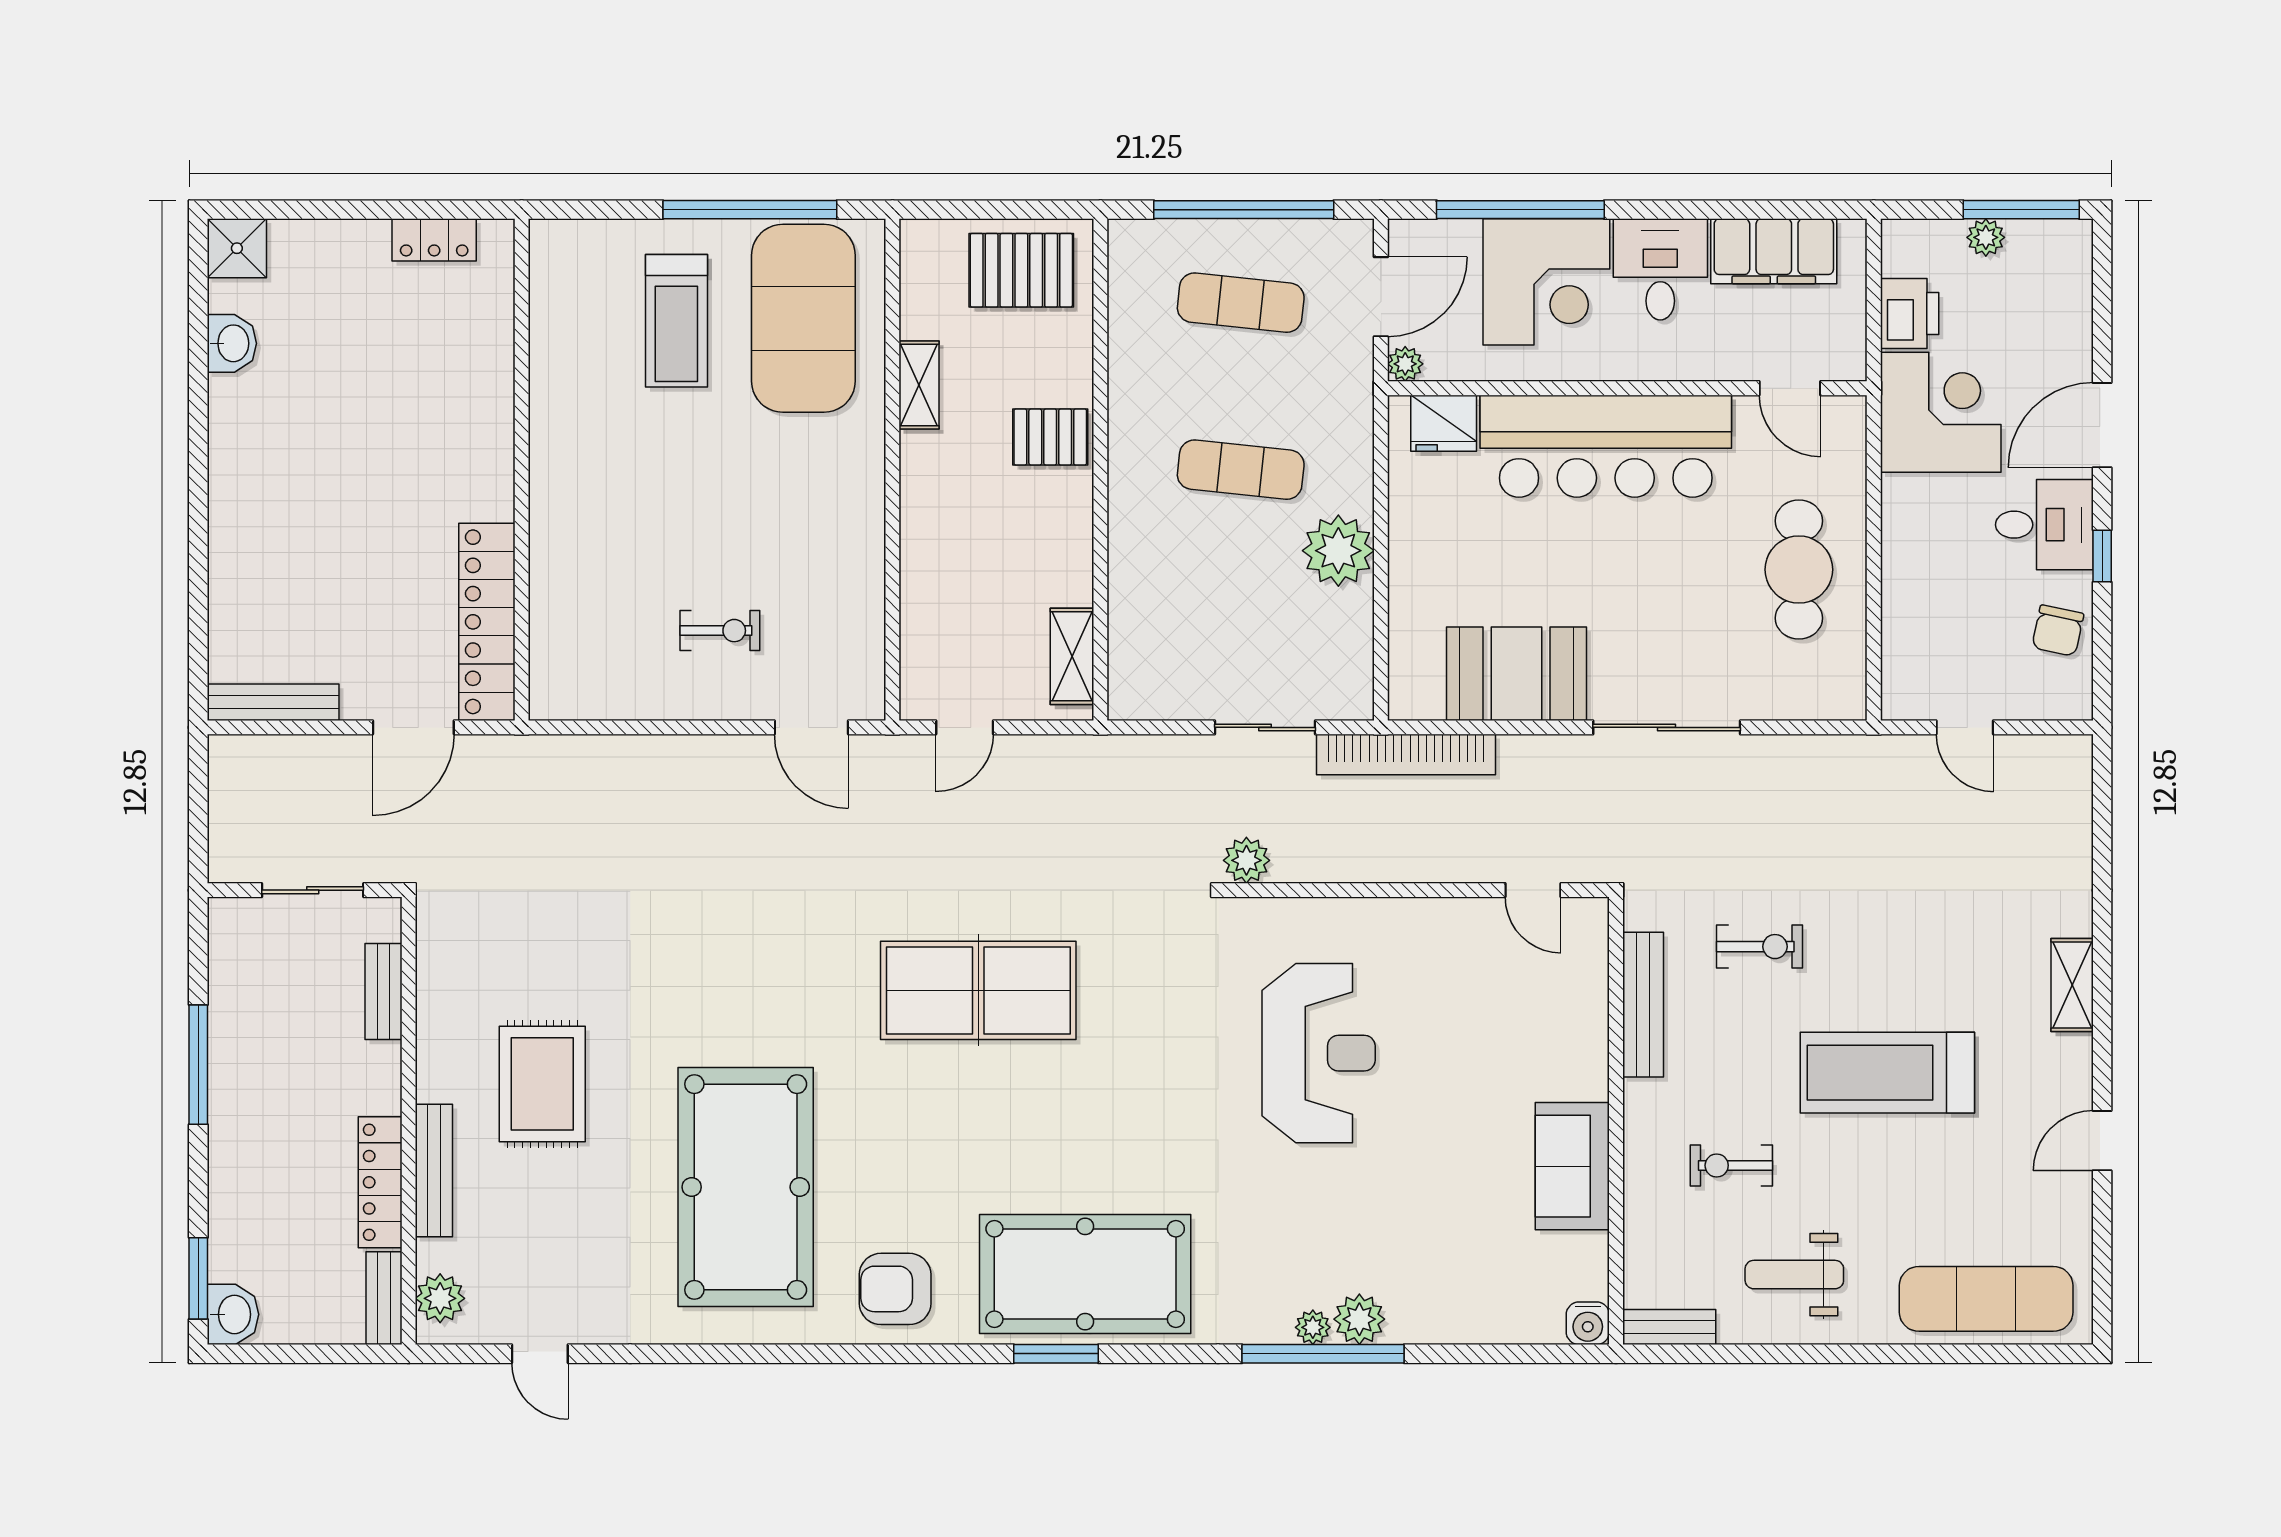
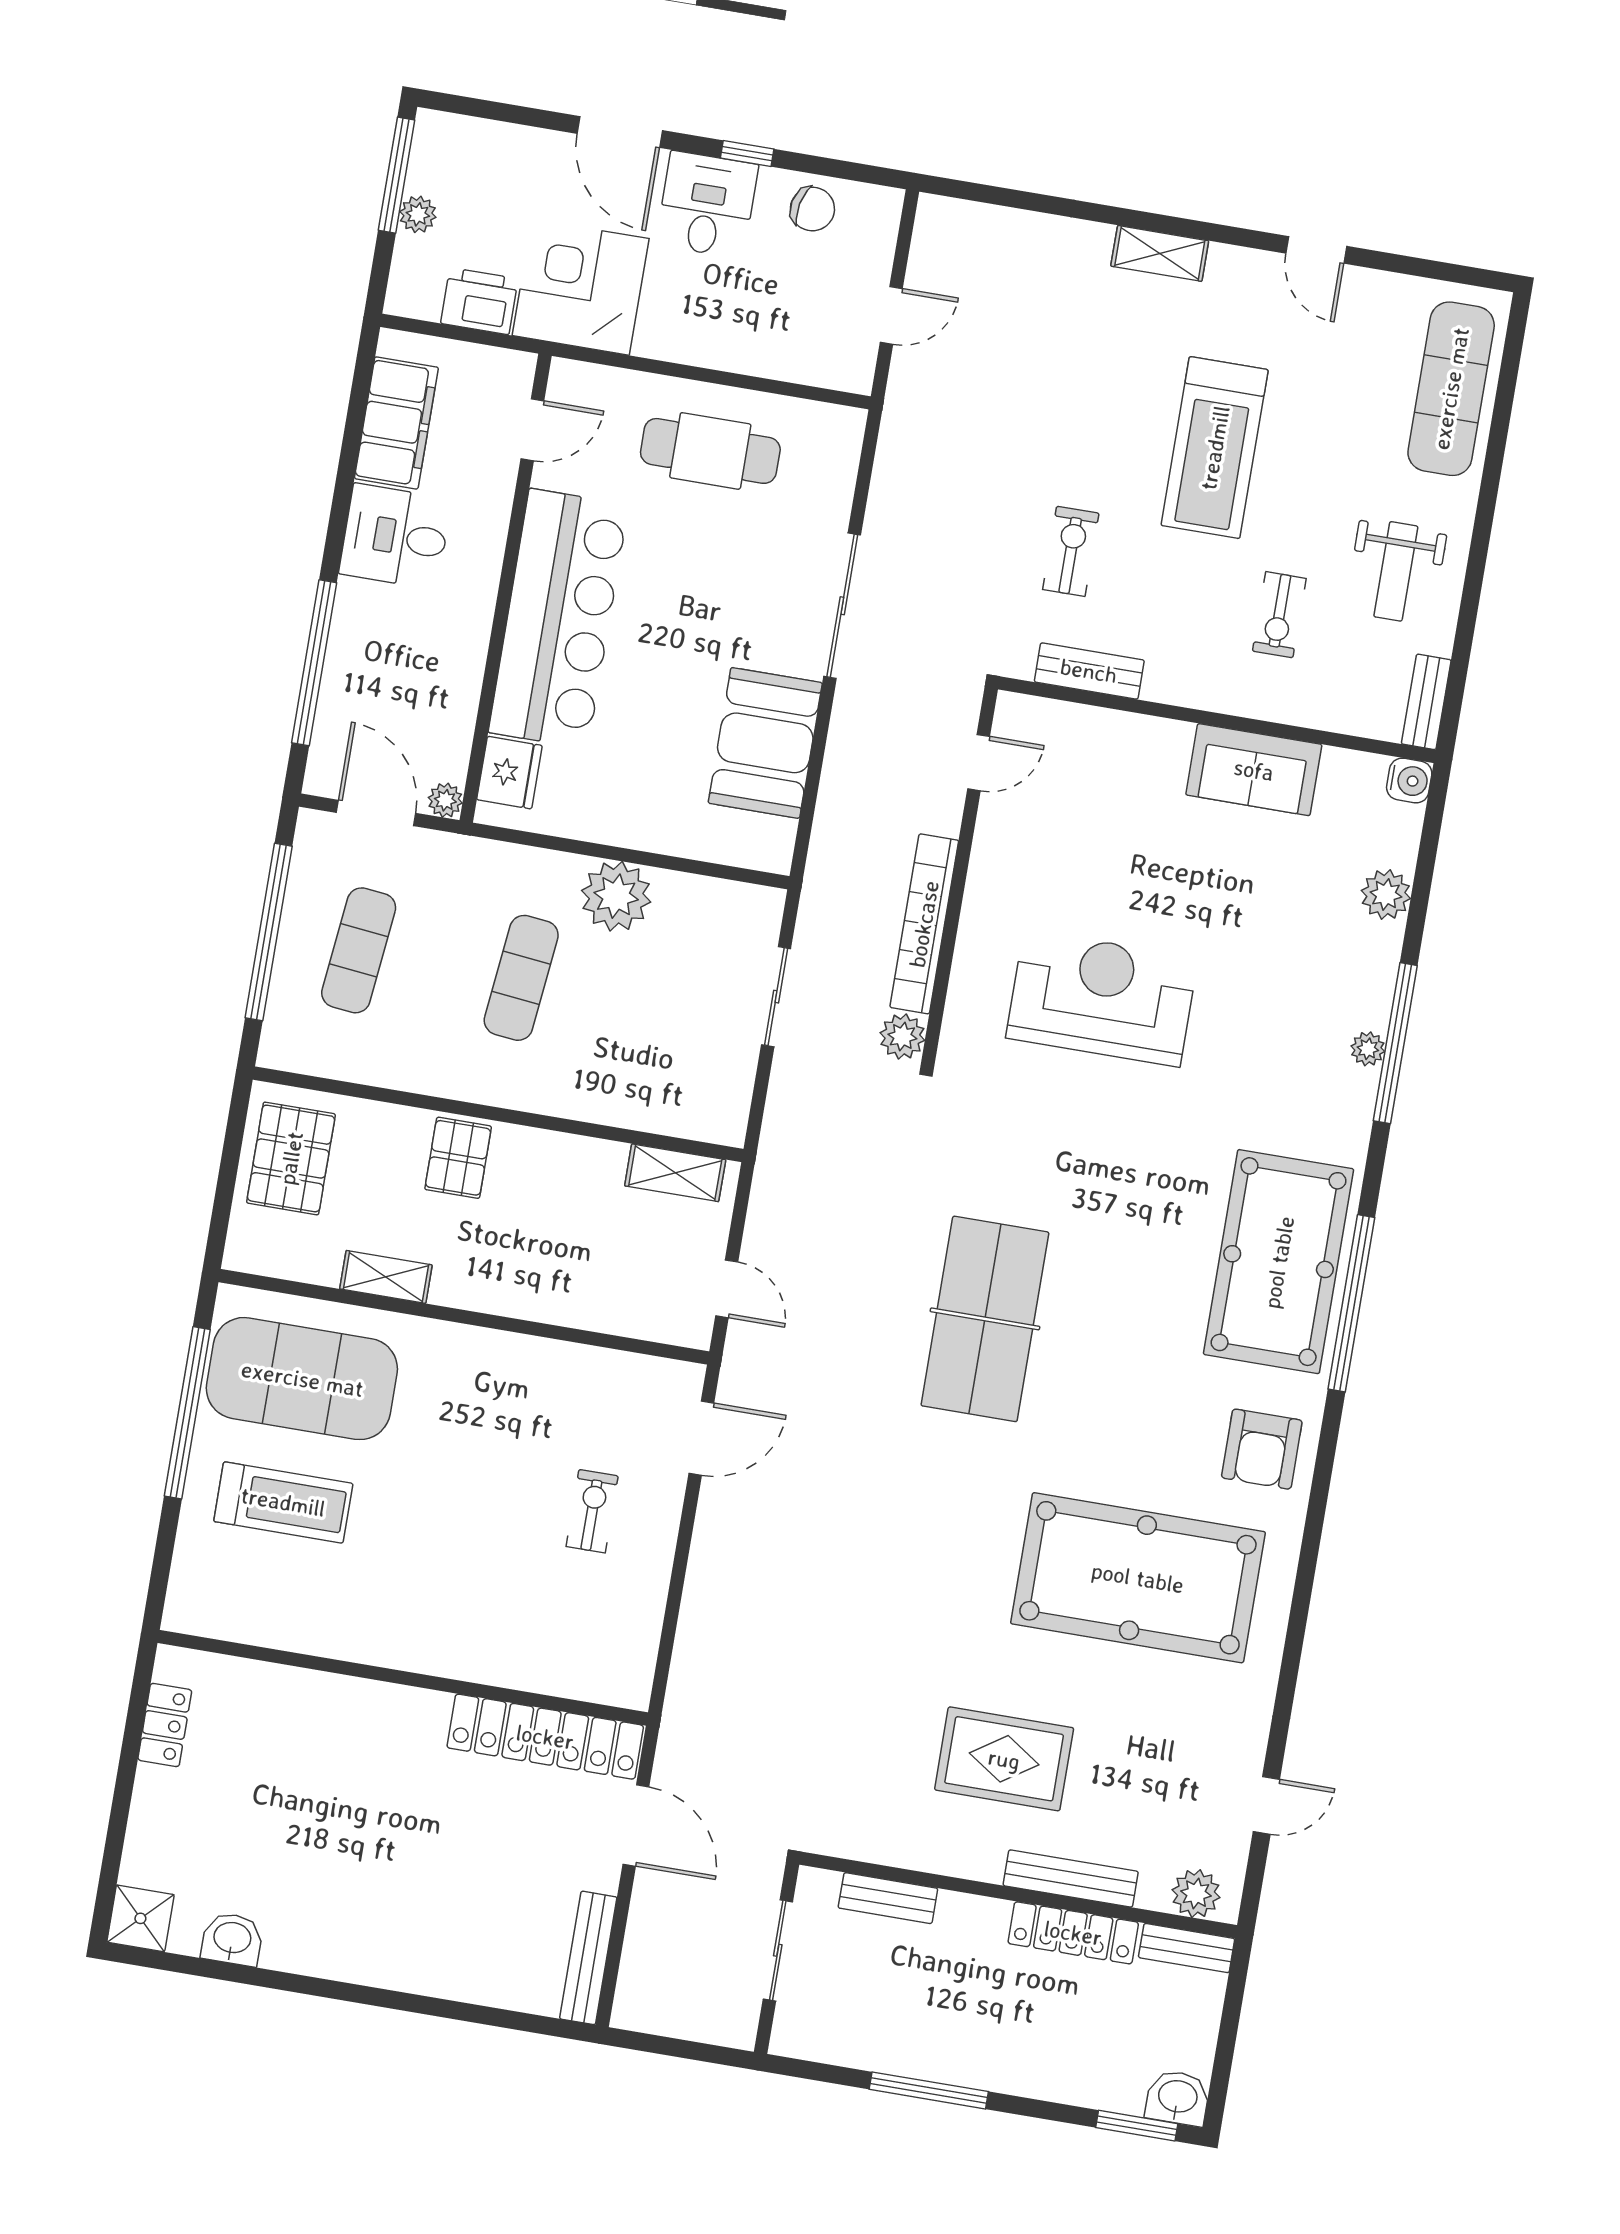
corner desk: (1546, 282) -> (389, 649), removed
bookcase: (1406, 754) -> (924, 924), moved, turned 180
bench: (1643, 1005) -> (1089, 671), width x0.73
plant: (1359, 1319) -> (1386, 895), moved
window: (1056, 1354) -> (1351, 1303), width x2.11

